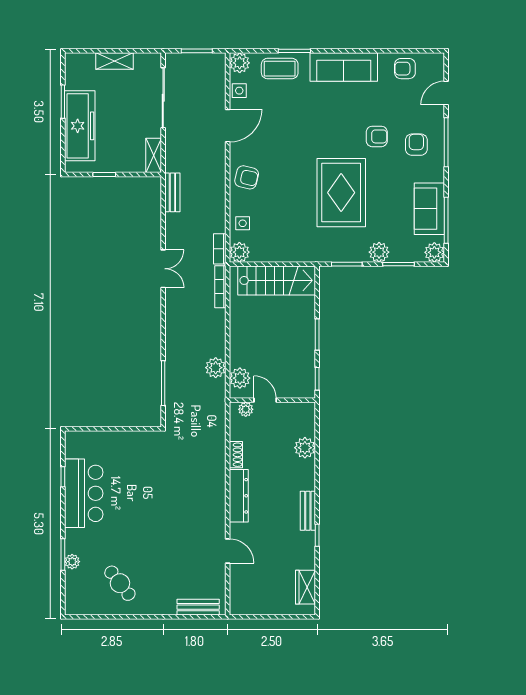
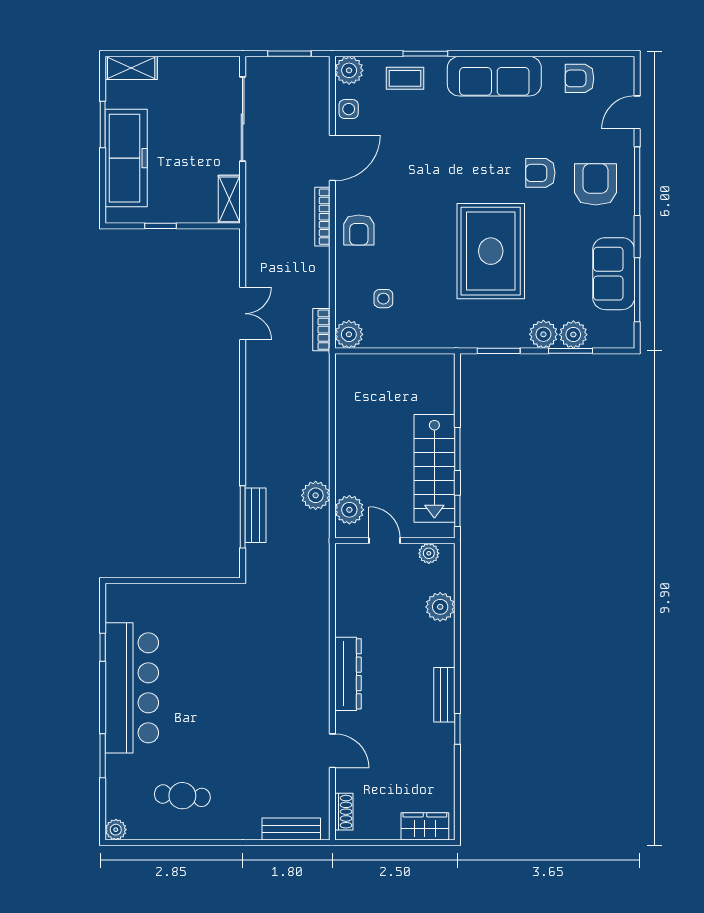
shelving: (115, 61) -> (131, 68), moved
coffee table: (280, 69) -> (405, 78), width x0.73, depth x0.77
armchair: (377, 136) -> (540, 173), turned 180
armchair: (416, 145) -> (596, 184), width x1.38, depth x1.38
armchair: (247, 177) -> (359, 230), turned 77
bench: (172, 192) -> (255, 515), moved
side table: (243, 223) -> (383, 299), moved
plant: (434, 252) -> (573, 335), moved
double door: (163, 269) -> (243, 314), moved
stairs: (277, 280) -> (434, 468), moved, turned 90
bookcase: (220, 287) -> (322, 217), moved
plant: (246, 409) -> (429, 553), moved
shoe rack: (236, 455) -> (344, 812), moved
bar counter: (84, 493) -> (132, 688), width x1.36
plant: (72, 562) -> (116, 830), moved
cafe table: (120, 583) -> (182, 796), turned -47
wardrobe: (306, 587) -> (425, 826), moved, turned 90

